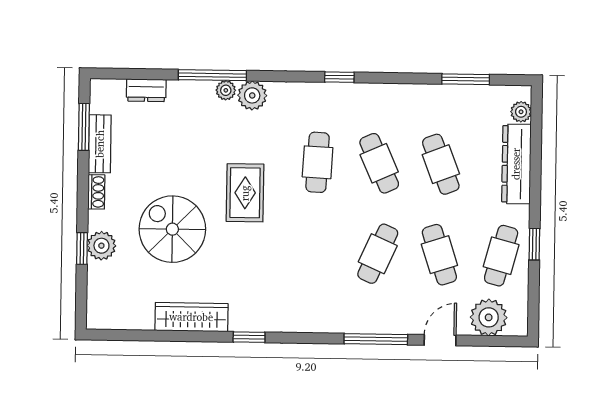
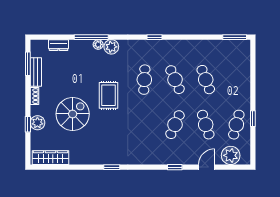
window: (466, 79) -> (235, 37), moved
plant: (521, 112) -> (245, 53), removed
dresser: (516, 164) -> (243, 79), removed
spiral stairs: (172, 229) -> (73, 114), turned 90
wardrobe: (191, 317) -> (50, 158), moved
window: (376, 339) -> (175, 167), width x0.46

